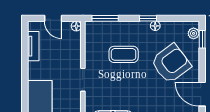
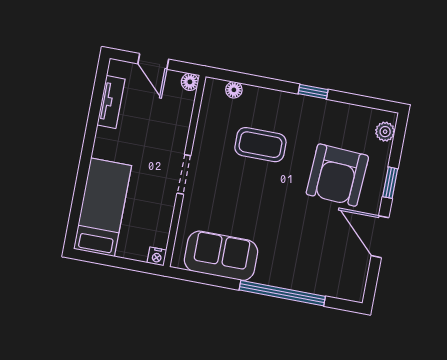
window: (105, 18) -> (241, 78), removed
floor lamp: (155, 26) -> (234, 90), moved
window: (202, 39) -> (390, 183), moved
armchair: (171, 63) -> (337, 175), turned 130

